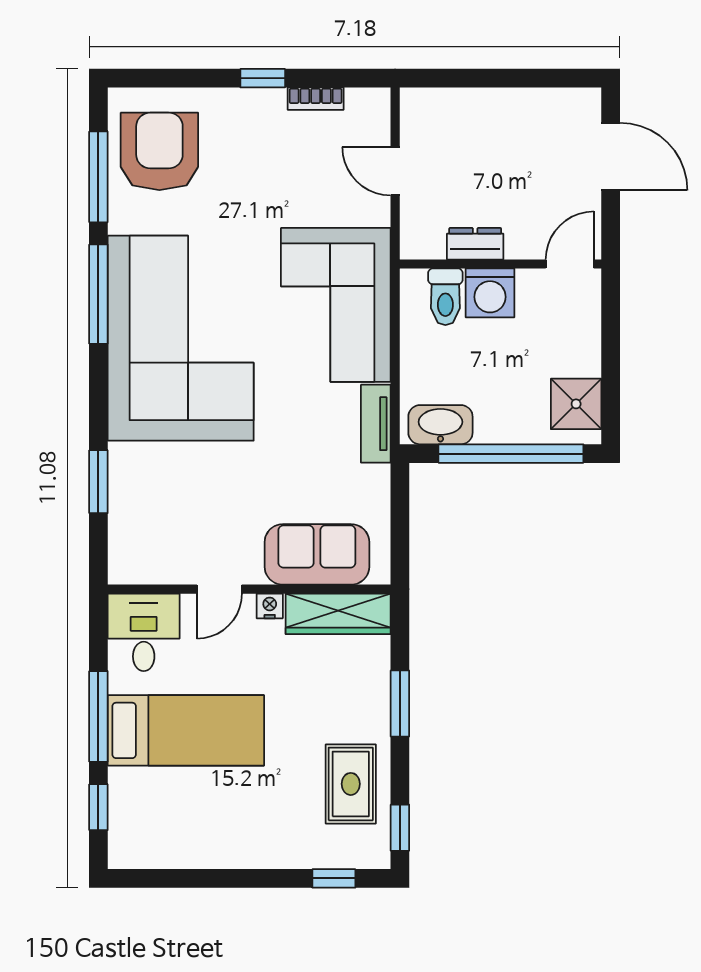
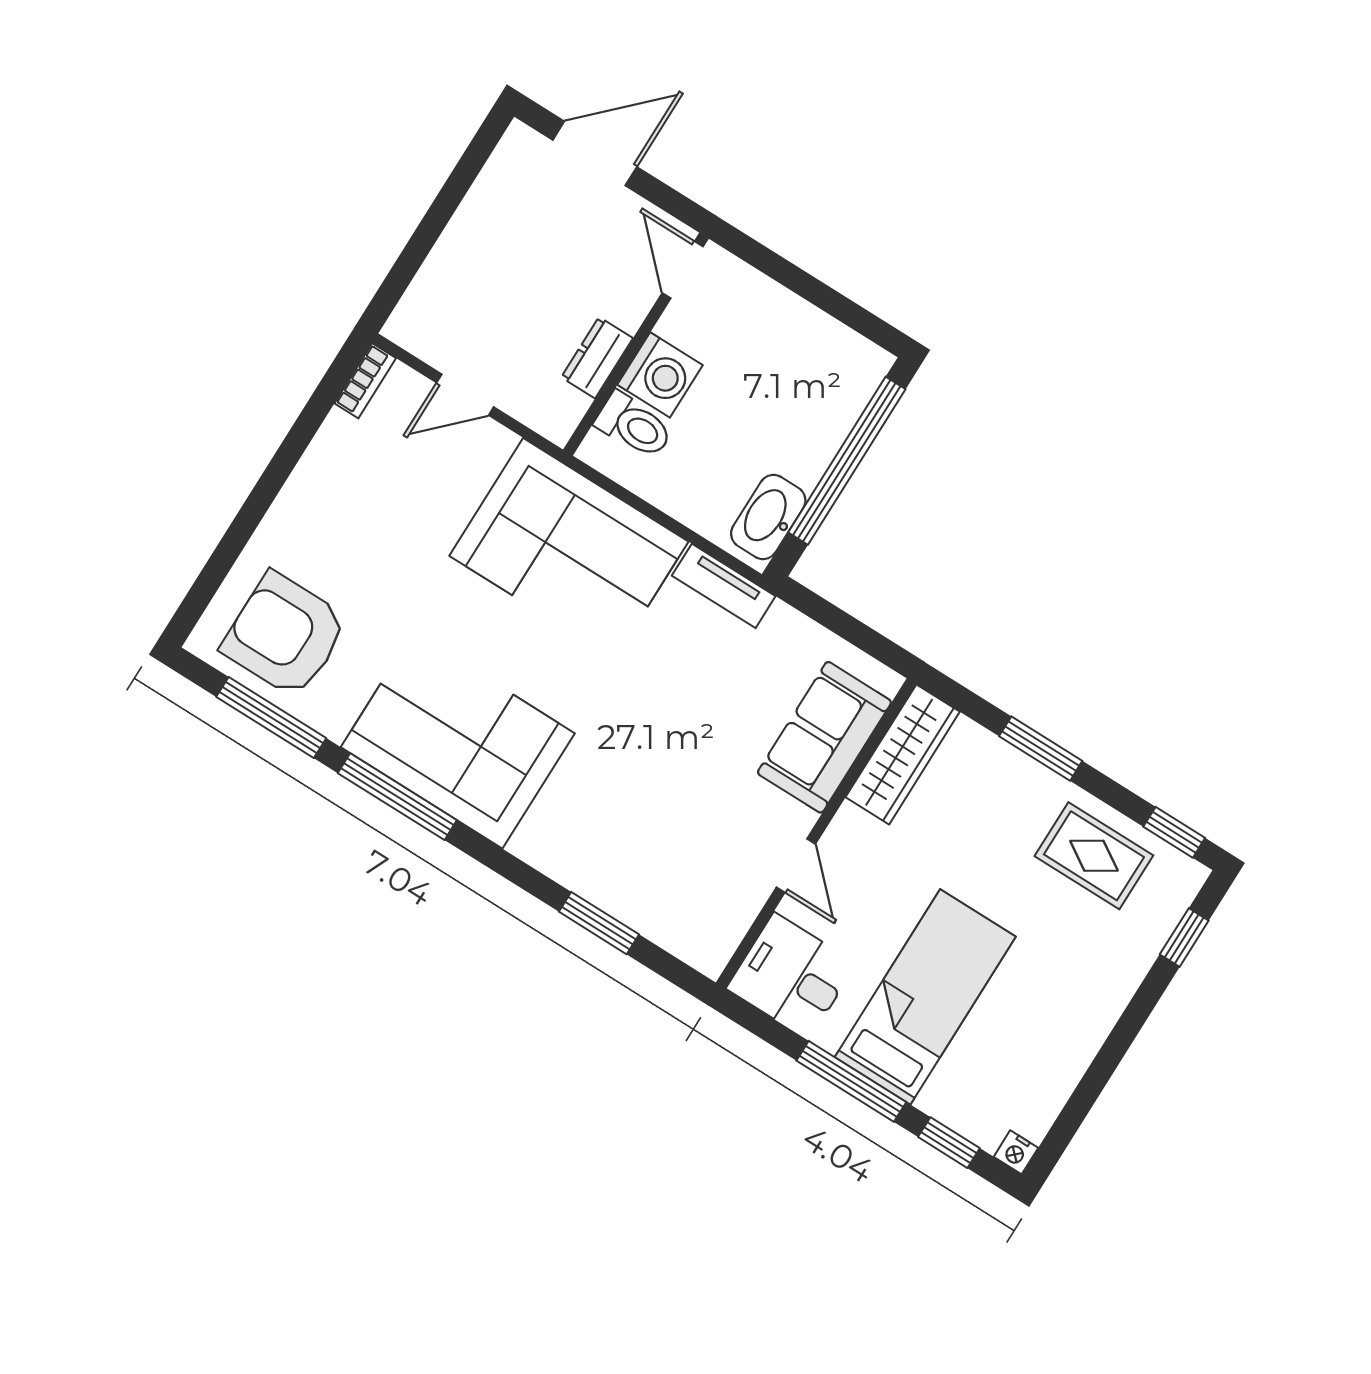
window: (263, 78) -> (276, 474), removed
bookcase: (316, 99) -> (365, 381), moved
corner sofa: (181, 338) -> (458, 740), width x0.73, depth x0.74
shower: (576, 404) -> (837, 357), removed
nightstand: (270, 606) -> (1016, 1152), moved, turned -90

